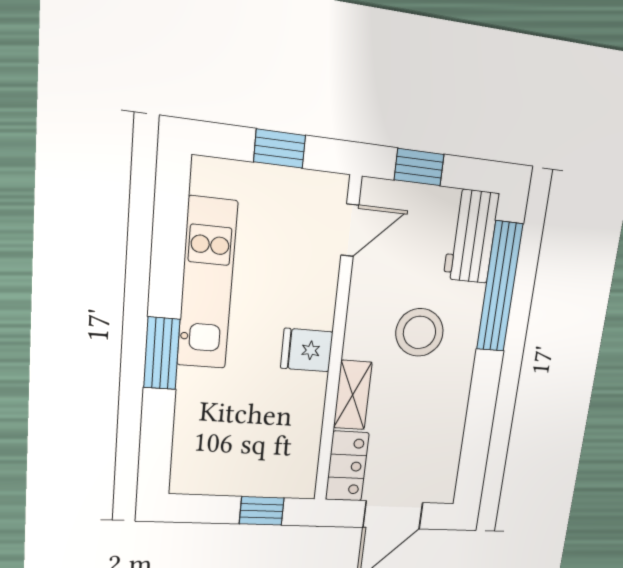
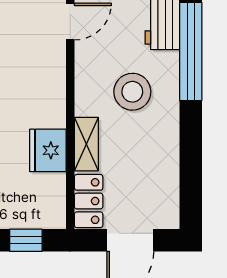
fridge: (307, 350) -> (48, 150), moved, width x1.38

